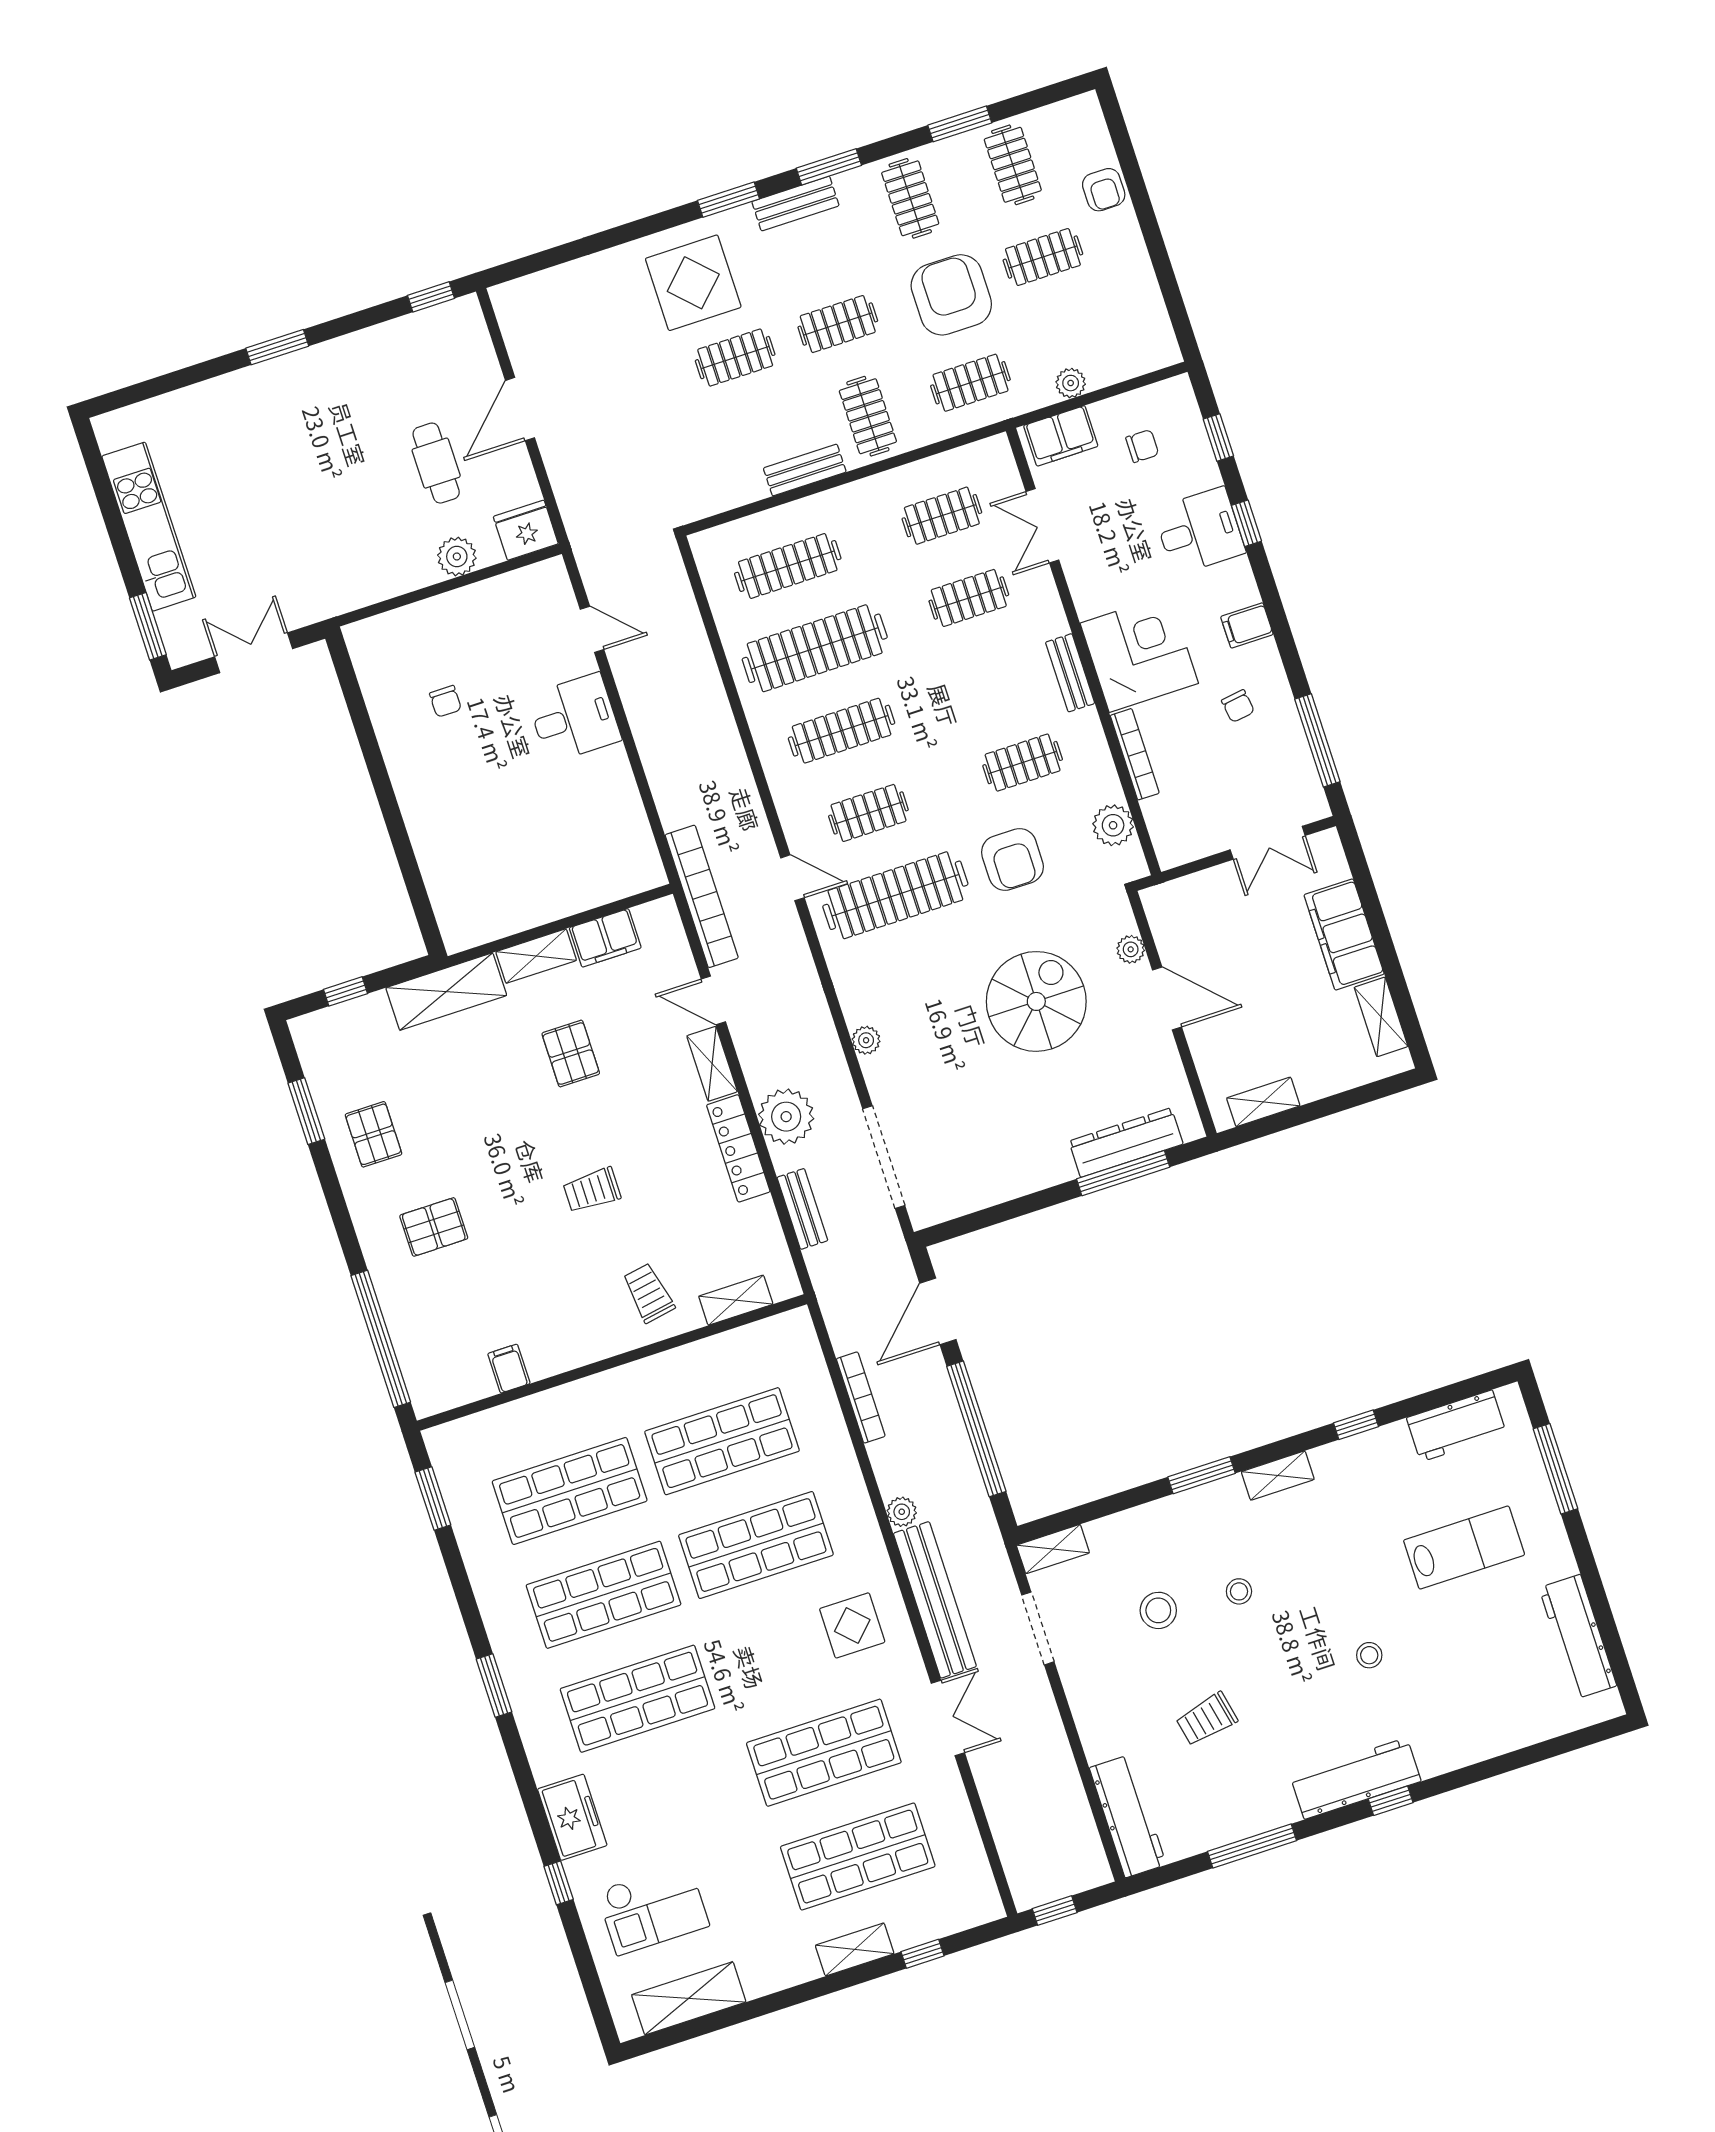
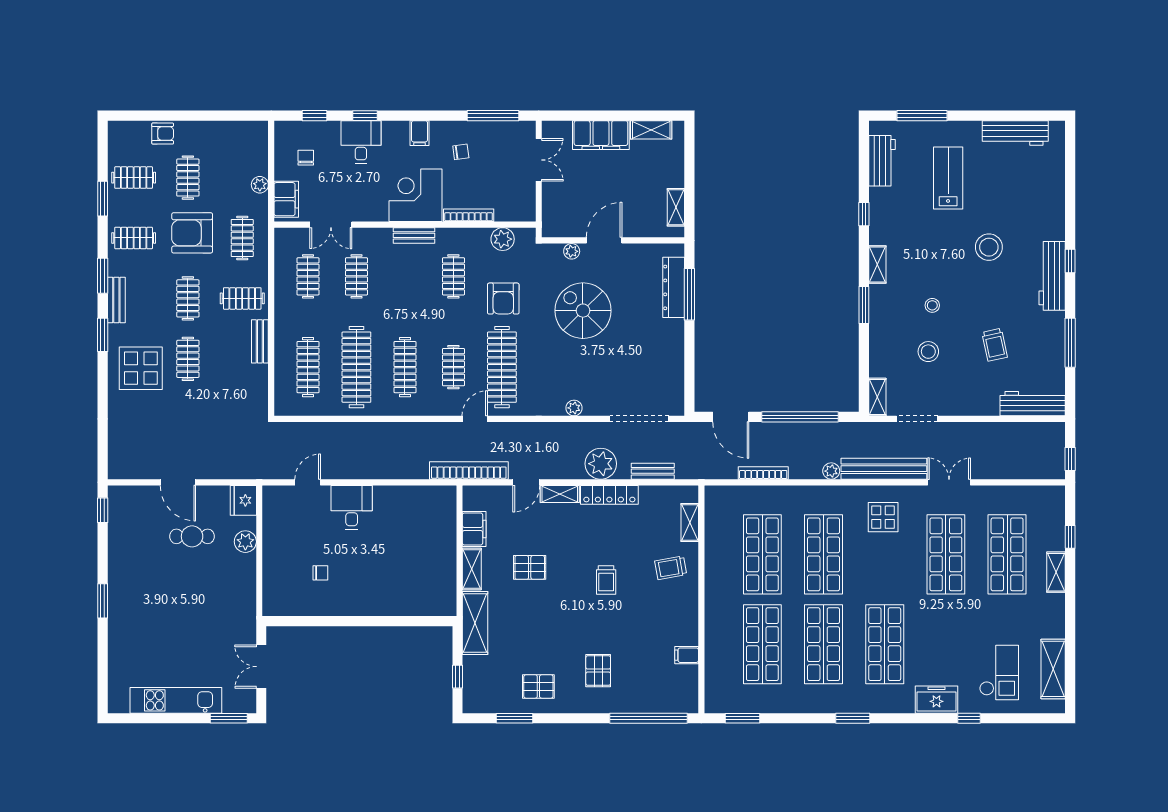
armchair: (1012, 859) -> (503, 299), turned 90
stool: (1369, 1655) -> (989, 247), width x1.89, depth x1.89

